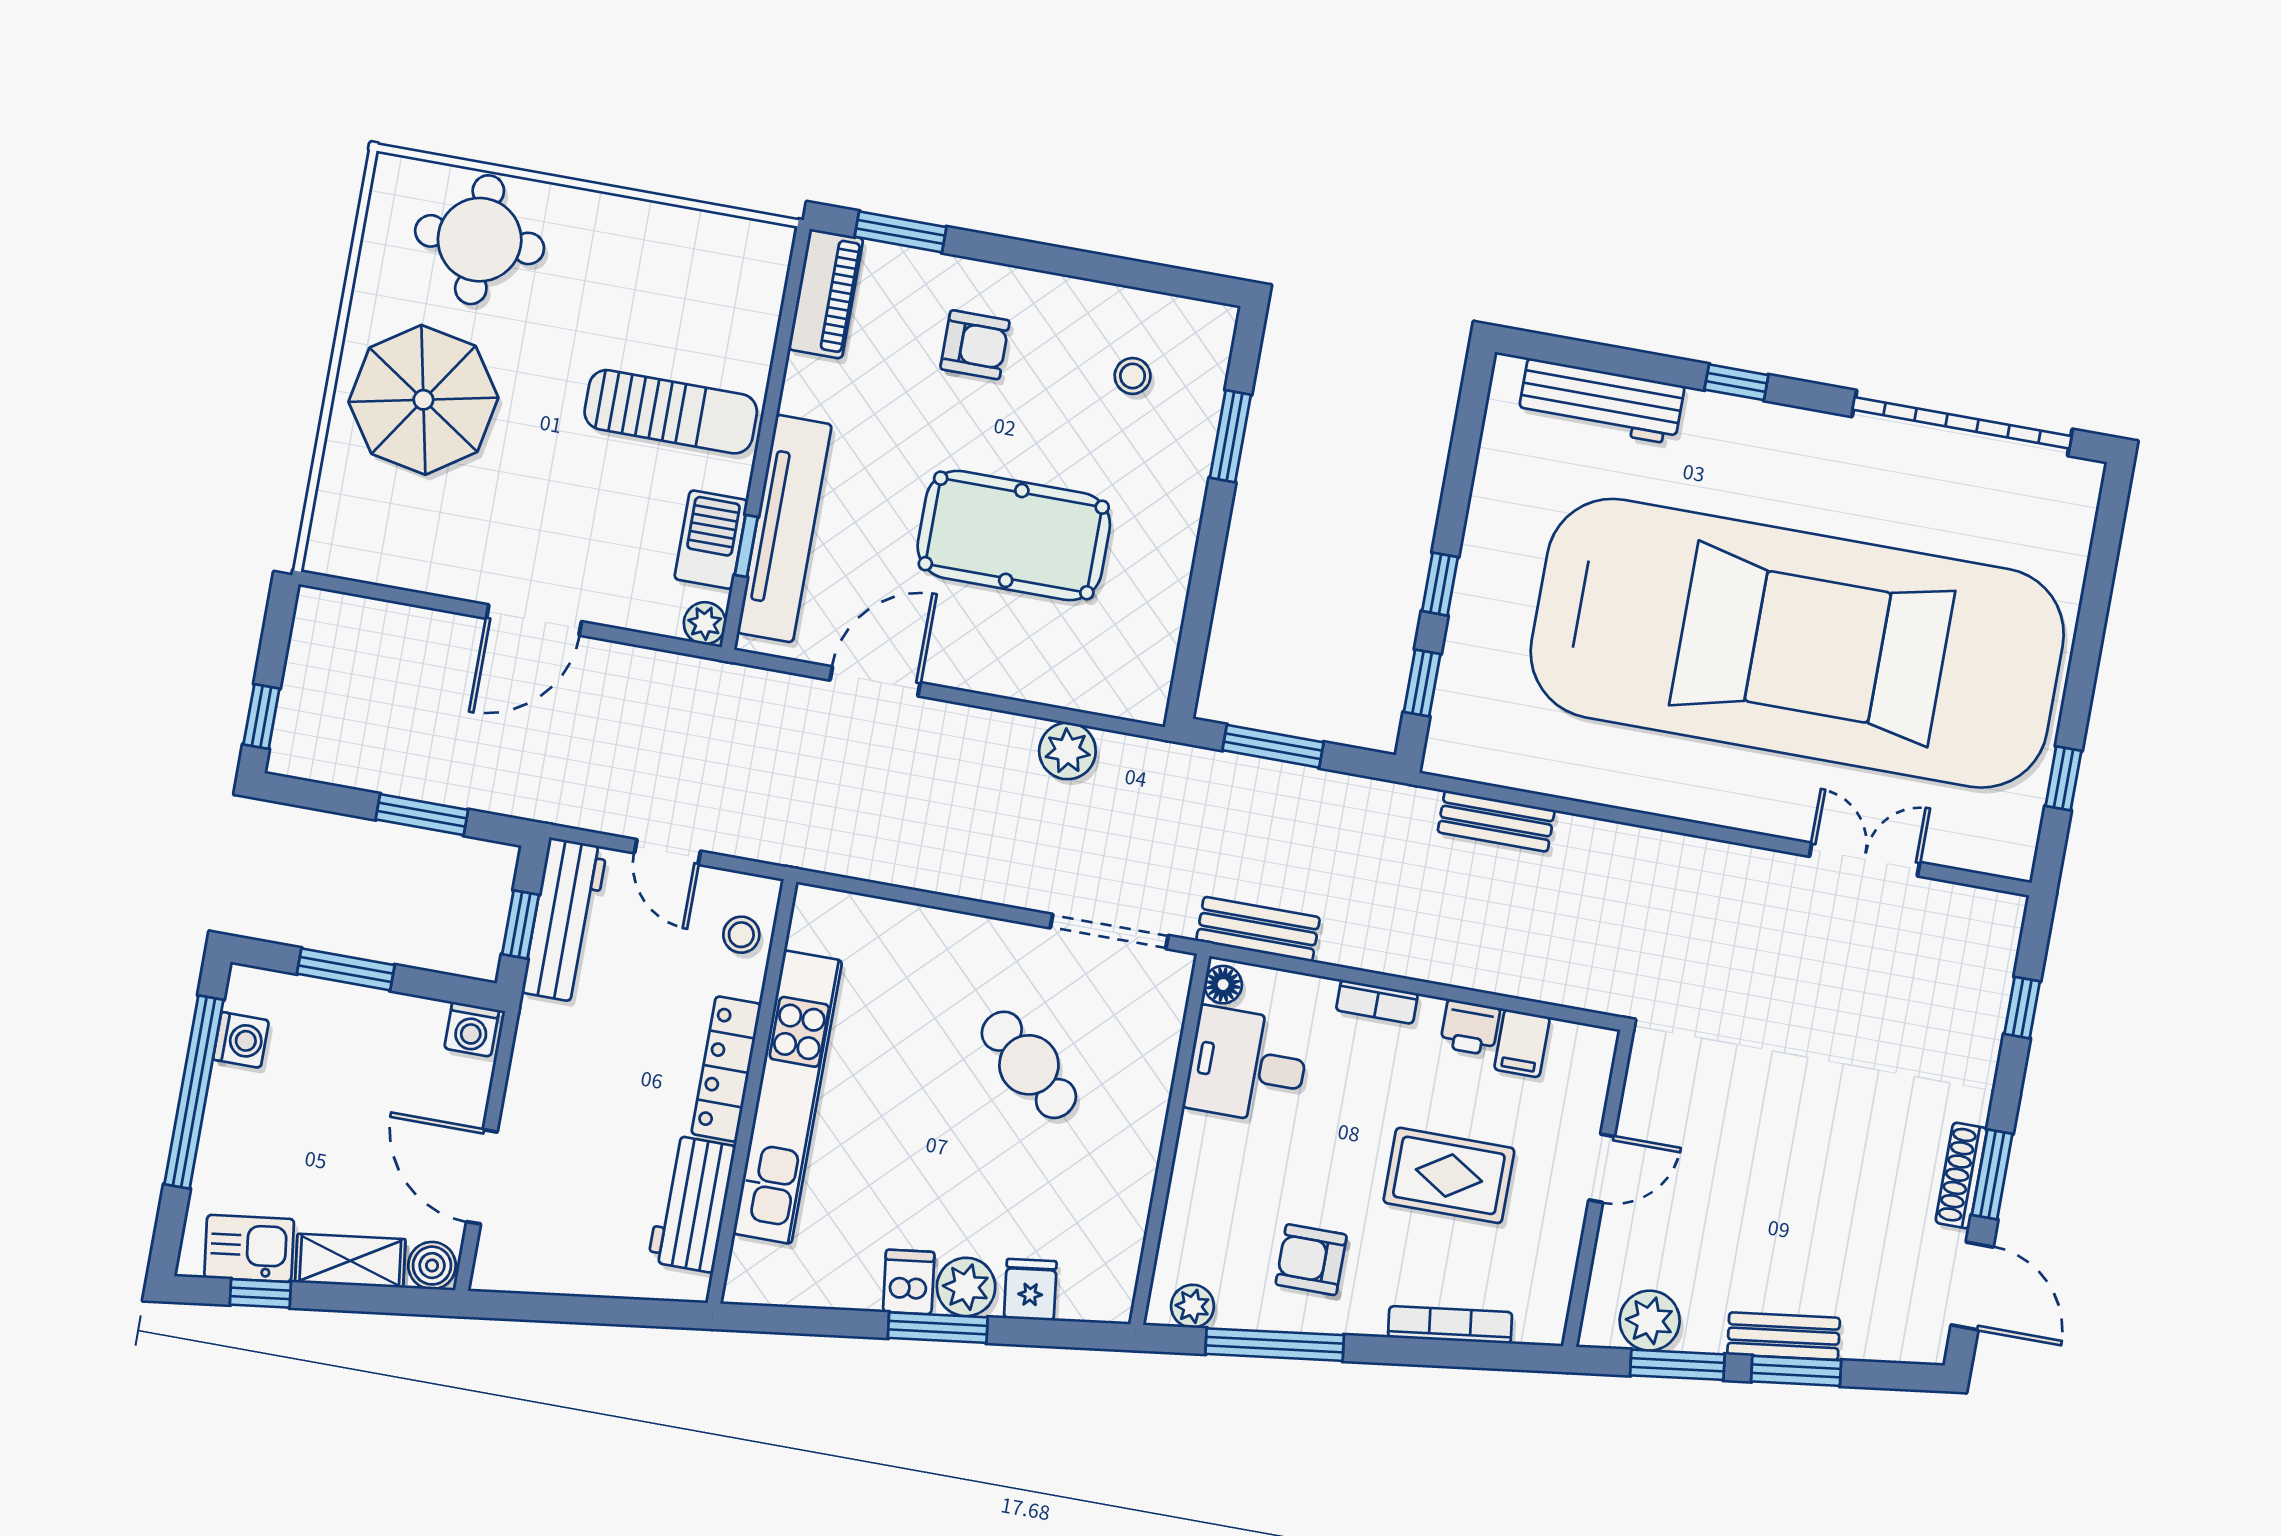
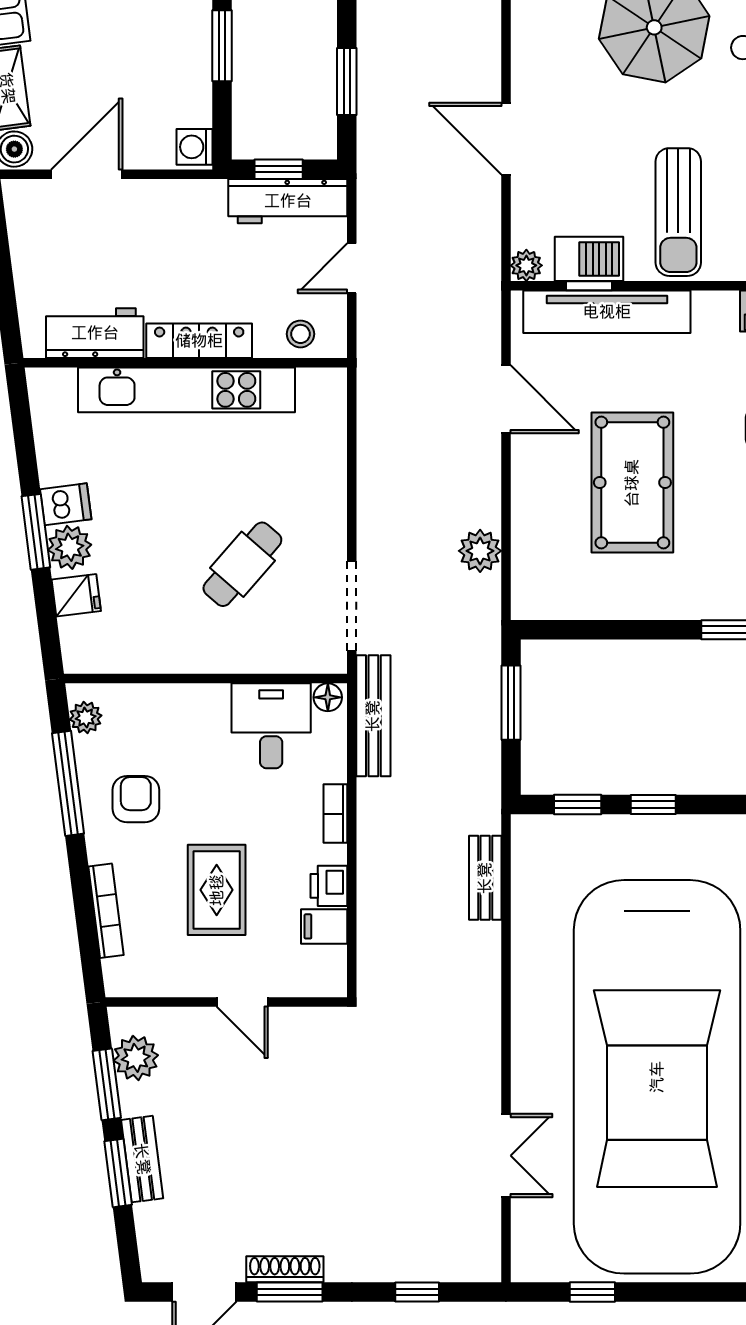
bench: (1258, 929) -> (373, 716), width x1.36

